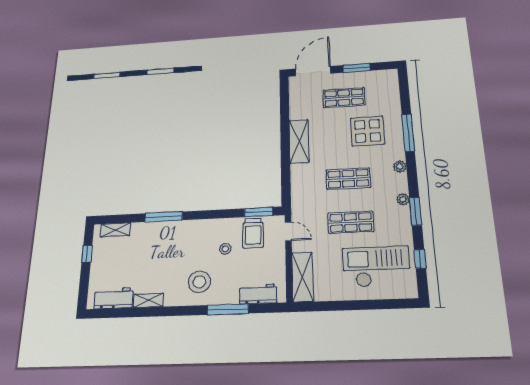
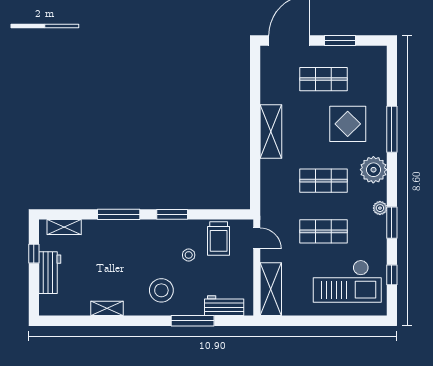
plant: (400, 167) -> (373, 170), width x1.87, depth x1.87
window: (259, 212) -> (172, 214), moved
checkout: (376, 267) -> (347, 281), turned 180
workbench: (114, 298) -> (50, 273), moved, turned 90

